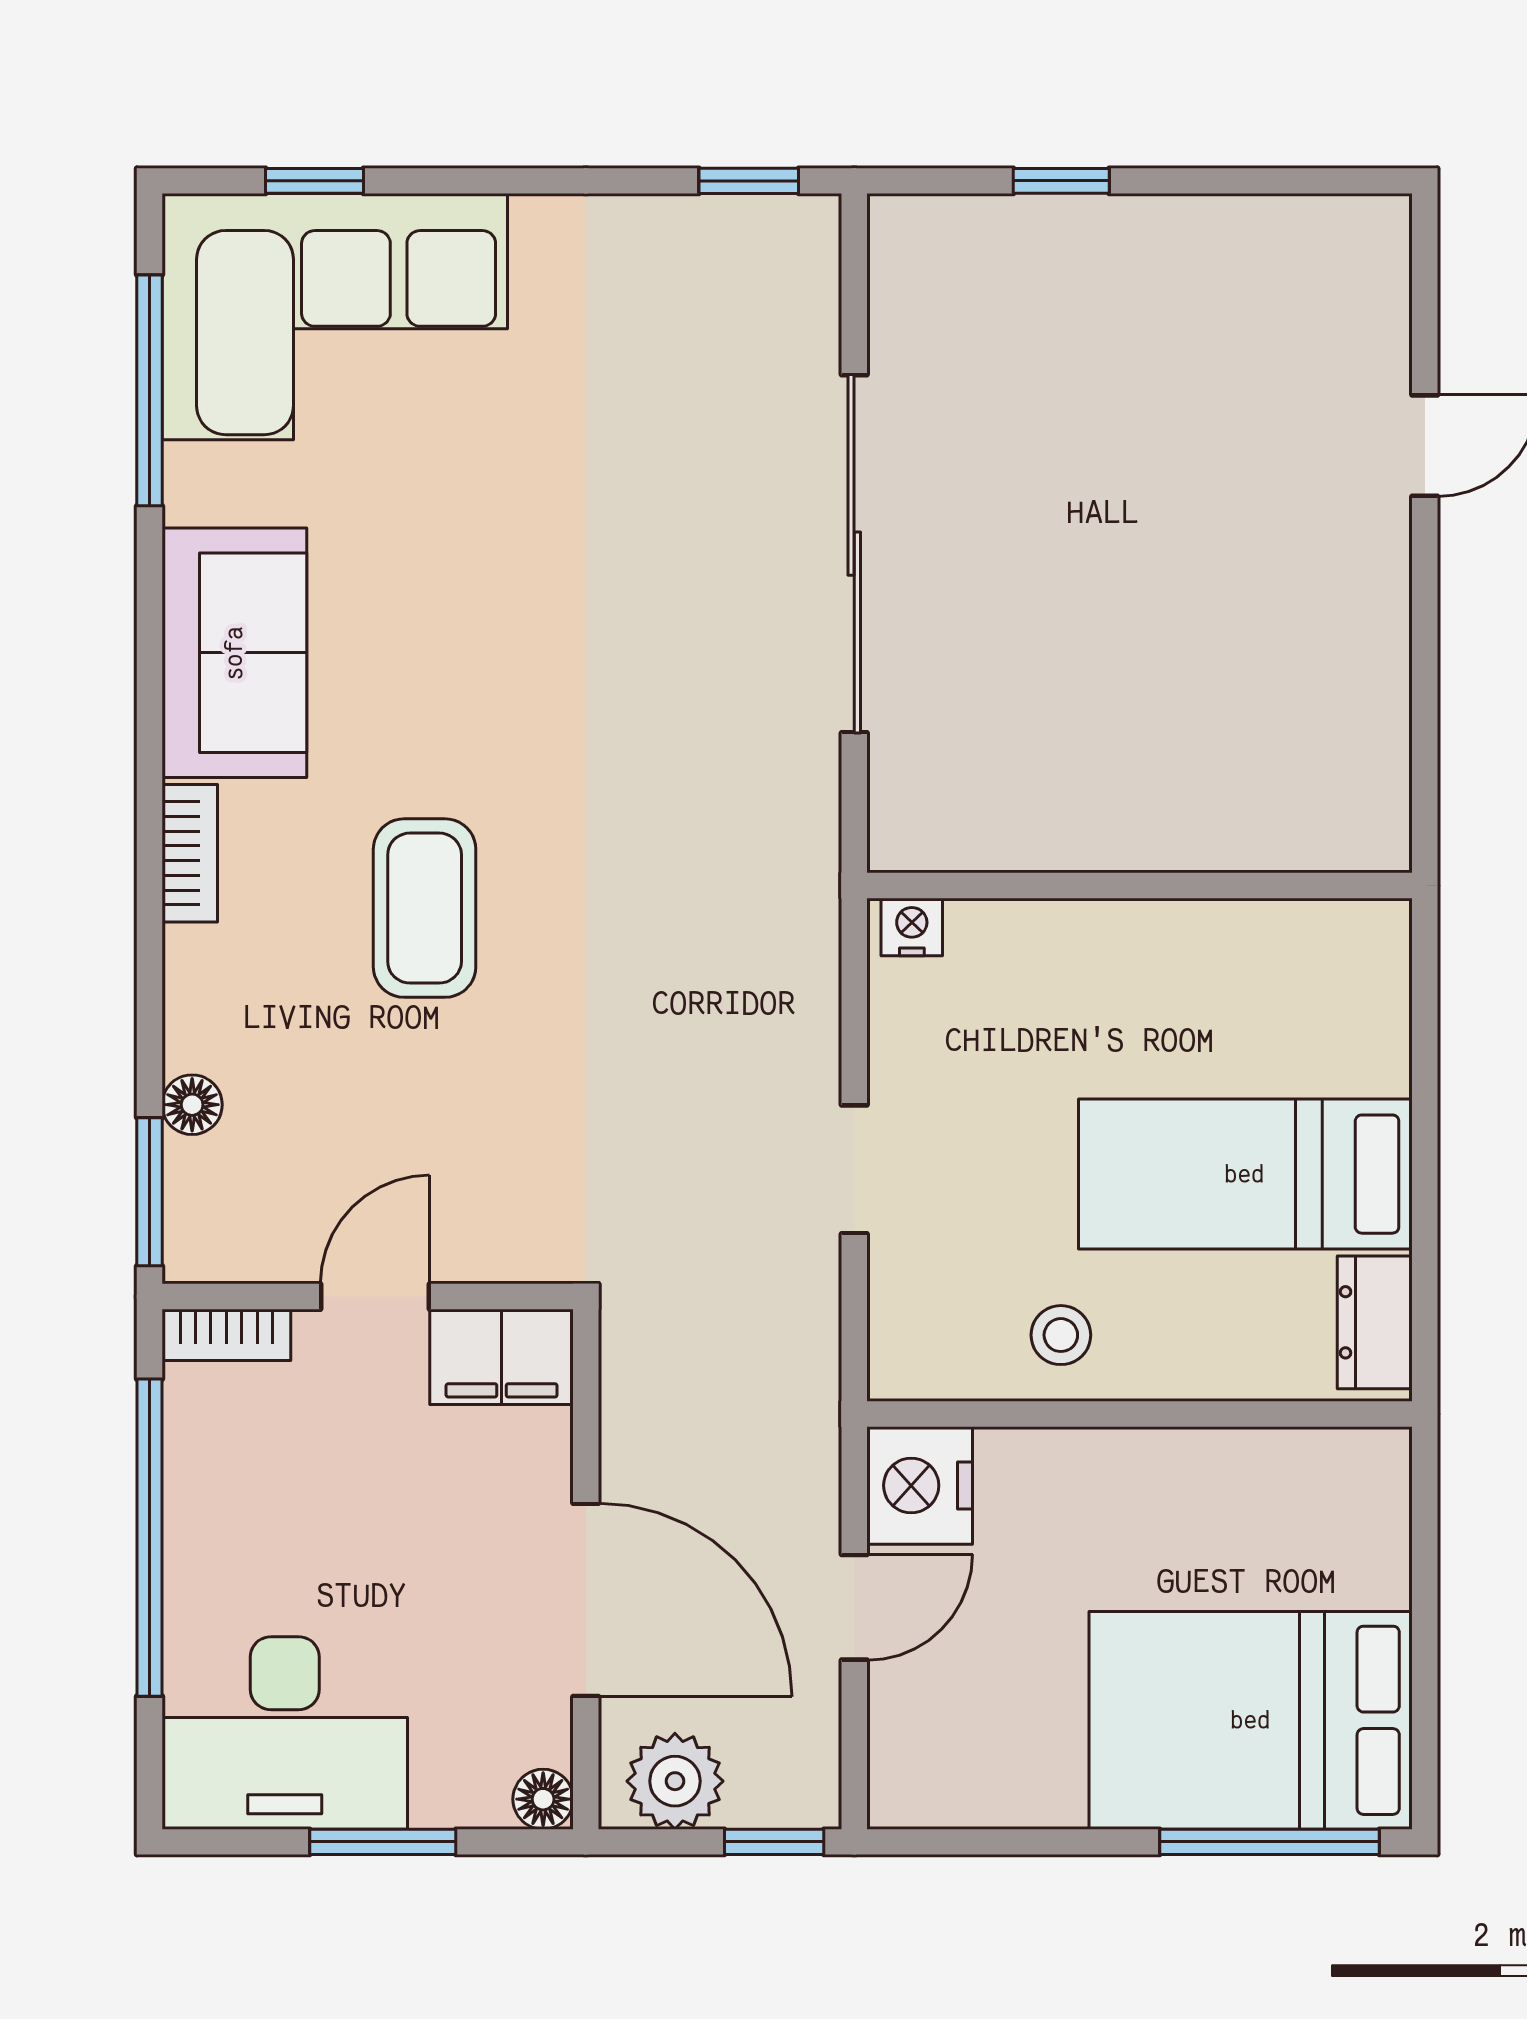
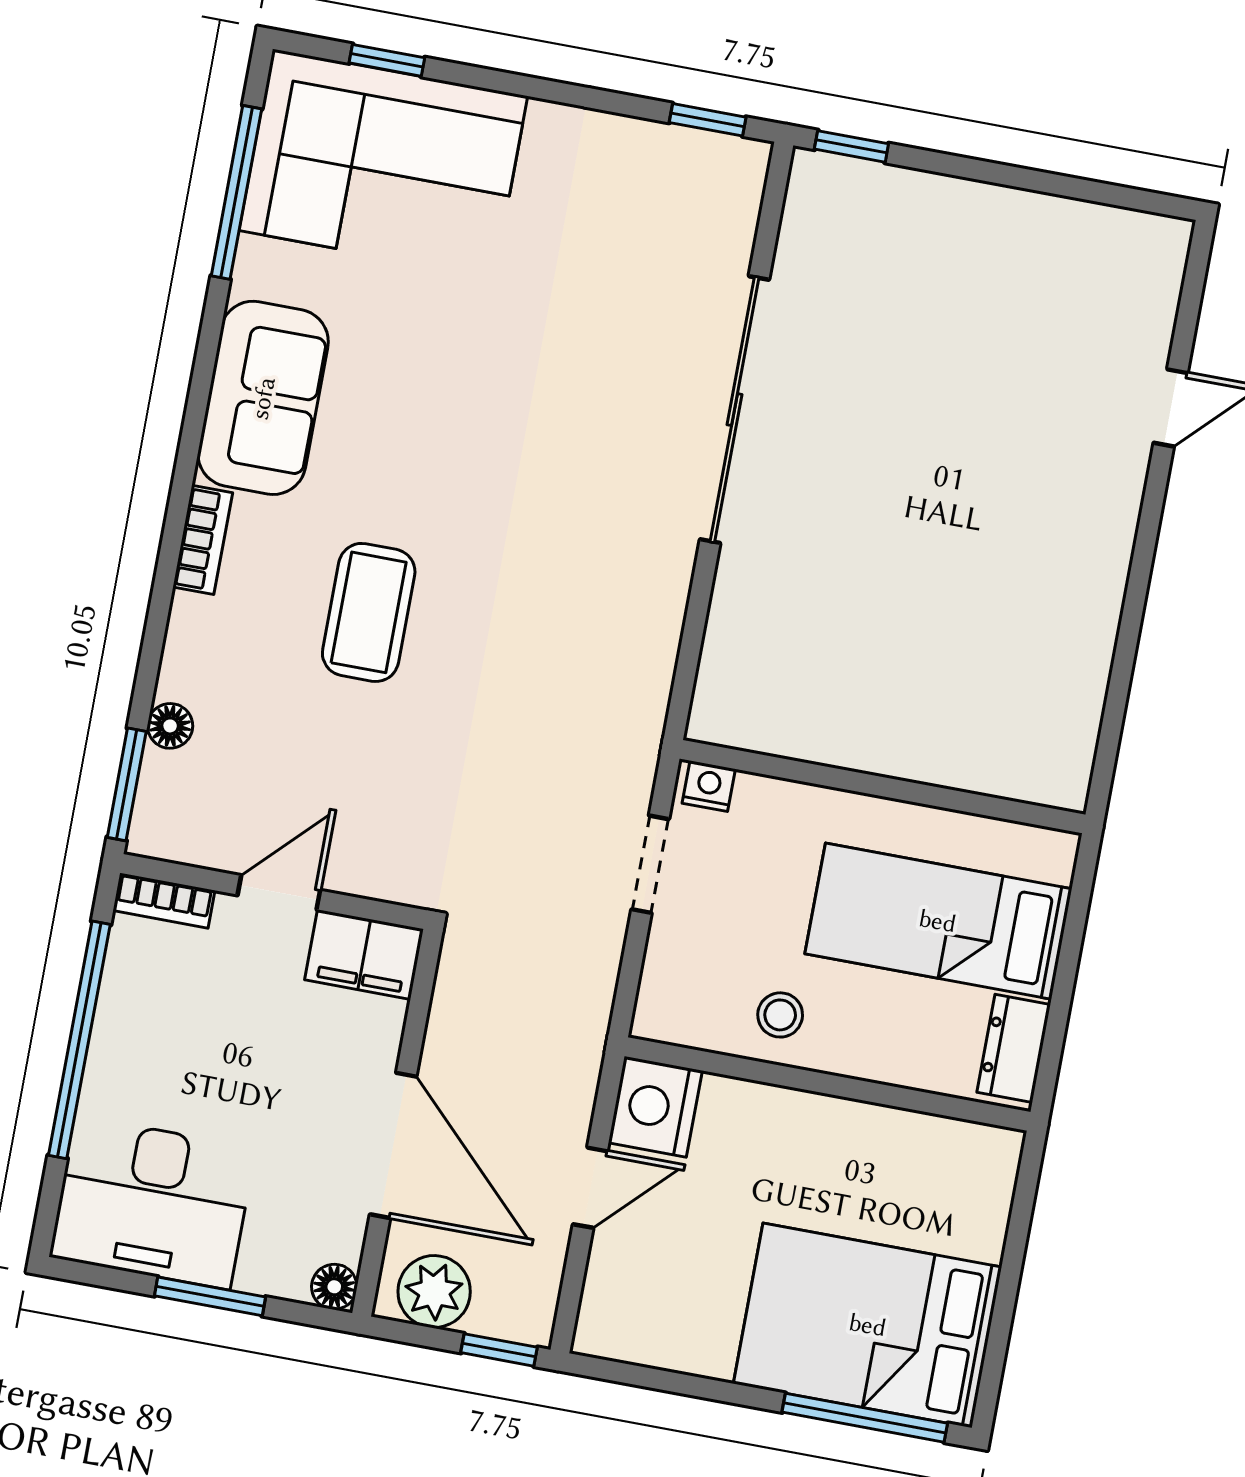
window: (1061, 181) -> (851, 146), moved
wall: (1139, 886) -> (882, 787), moved
nightstand: (912, 927) -> (709, 786), moved

